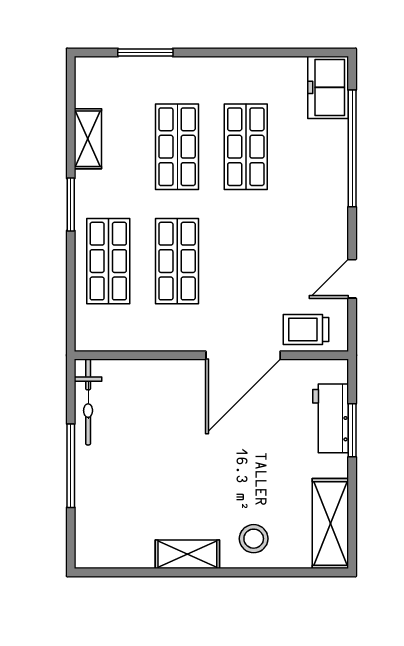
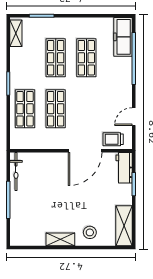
freezer: (328, 87) -> (123, 37), width x1.40
shelving: (88, 139) -> (16, 33), moved
workbench: (331, 418) -> (124, 168), moved

